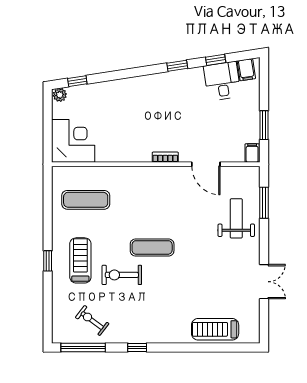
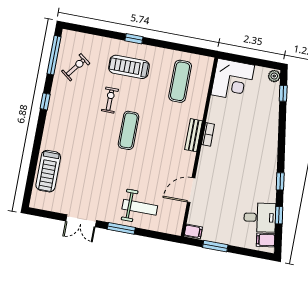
bookcase: (165, 157) -> (208, 134), moved
bench: (144, 173) -> (194, 135), added
window: (264, 203) -> (121, 228), moved
treadmill: (80, 260) -> (129, 67), turned 180
exercise bike: (122, 275) -> (110, 100), width x0.73, depth x0.72
treadmill: (215, 329) -> (48, 171), turned 180

